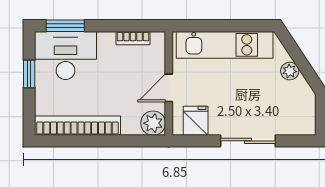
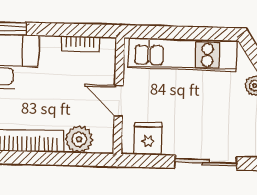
door: (169, 88) -> (119, 101), hinge flipped
plant: (153, 123) -> (79, 139), moved

